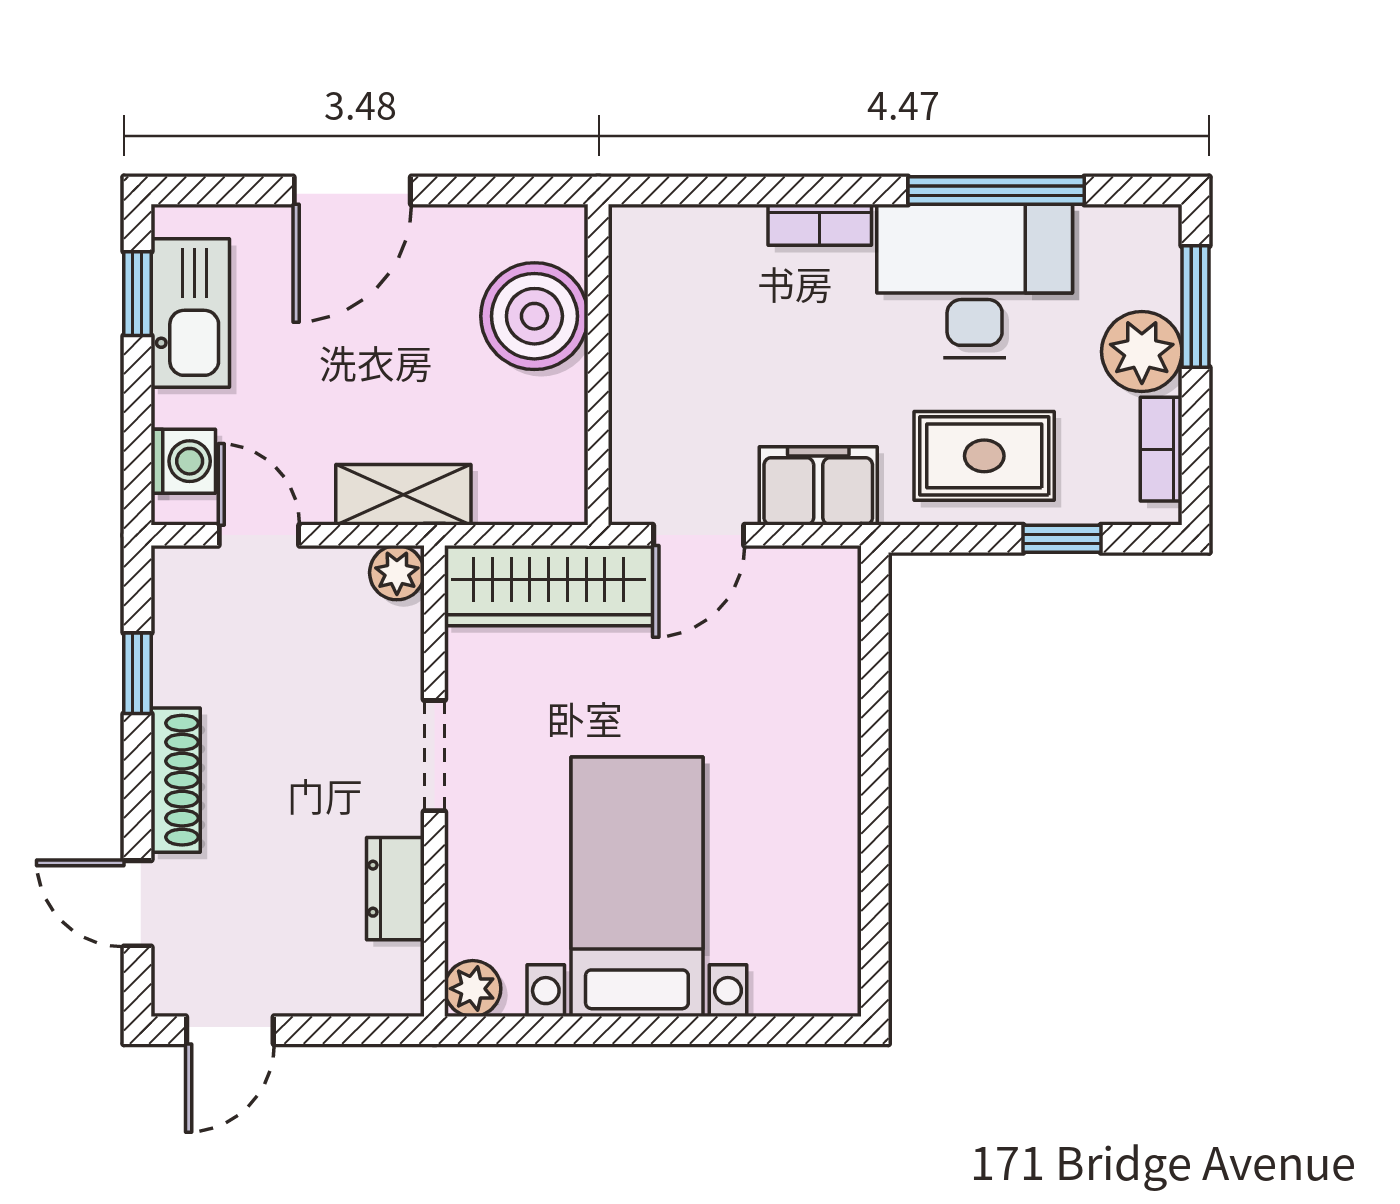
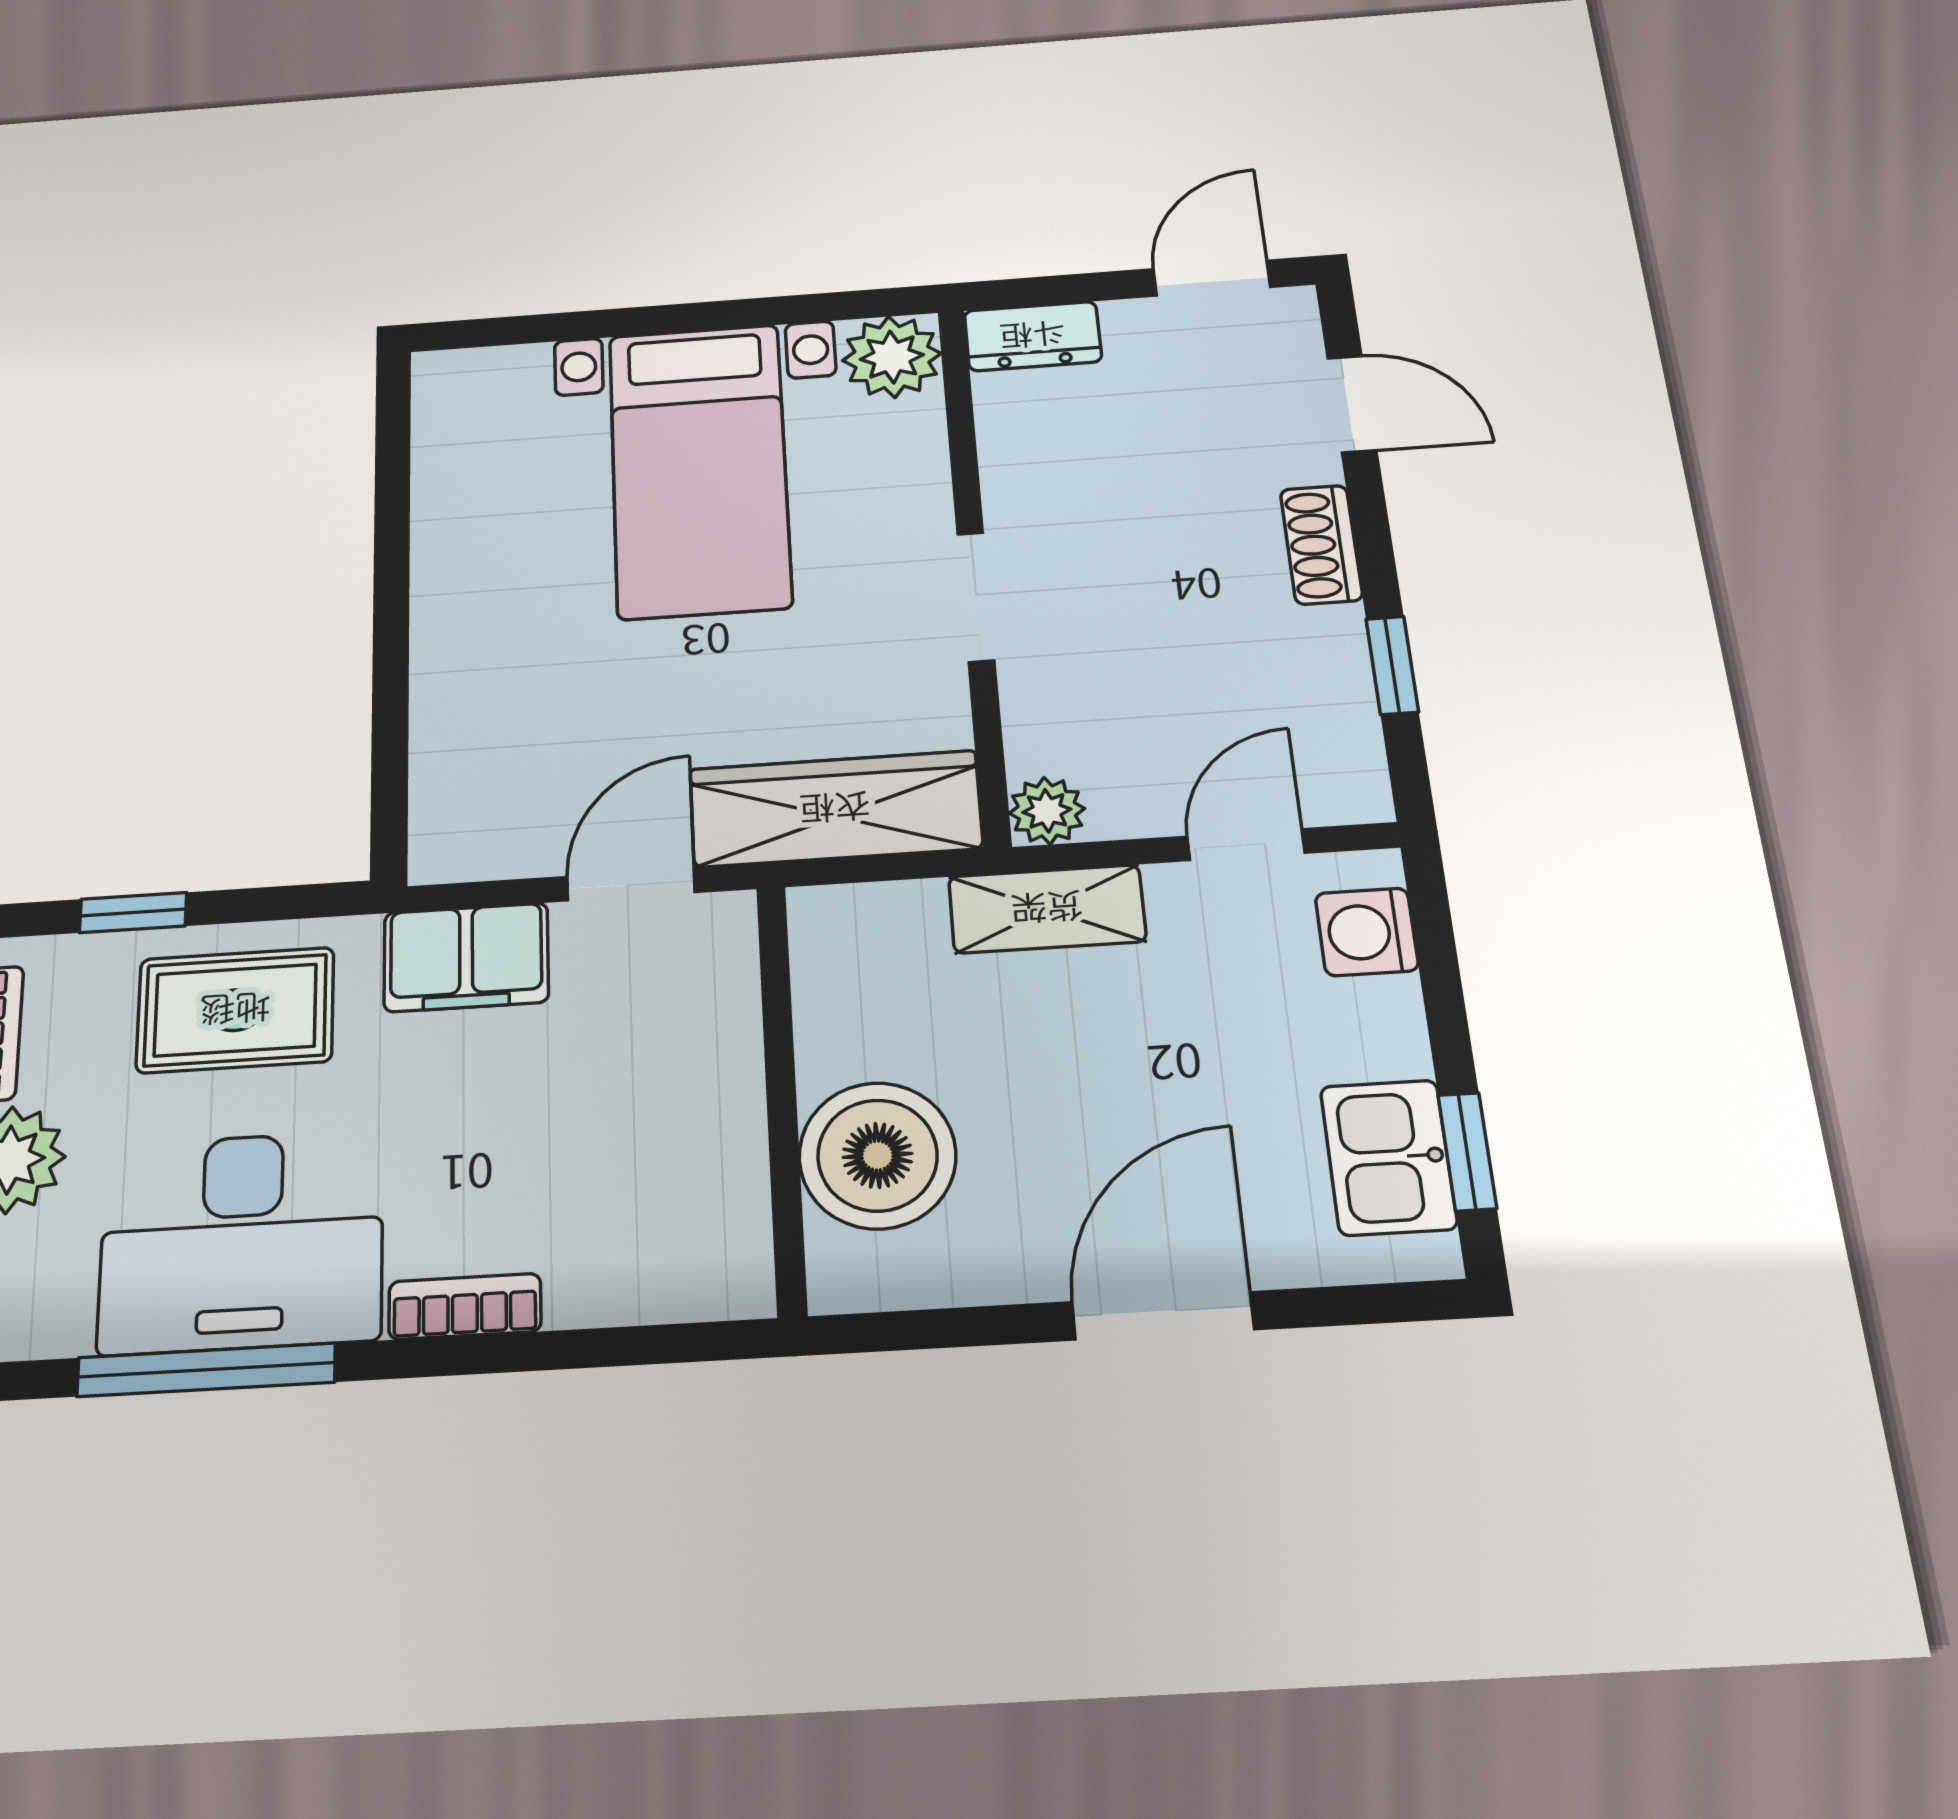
kitchen sink: (190, 313) -> (1388, 1157), width x0.73
door: (259, 535) -> (1246, 845), swing flipped
shoe rack: (176, 780) -> (1321, 545), width x0.70
dresser: (395, 889) -> (1033, 336), moved, turned 90
plant: (473, 989) -> (892, 357), width x1.38, depth x1.38

